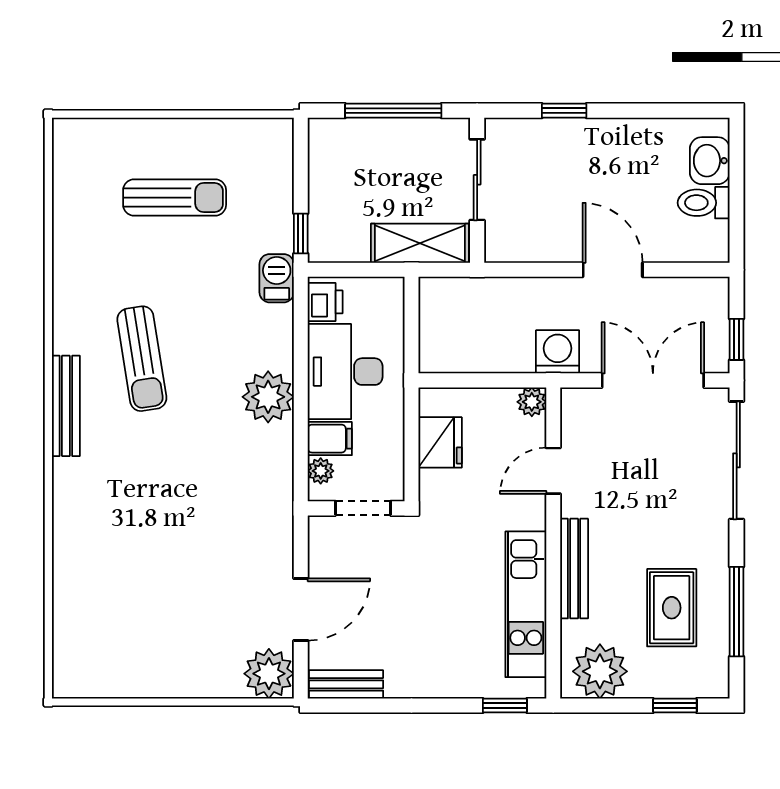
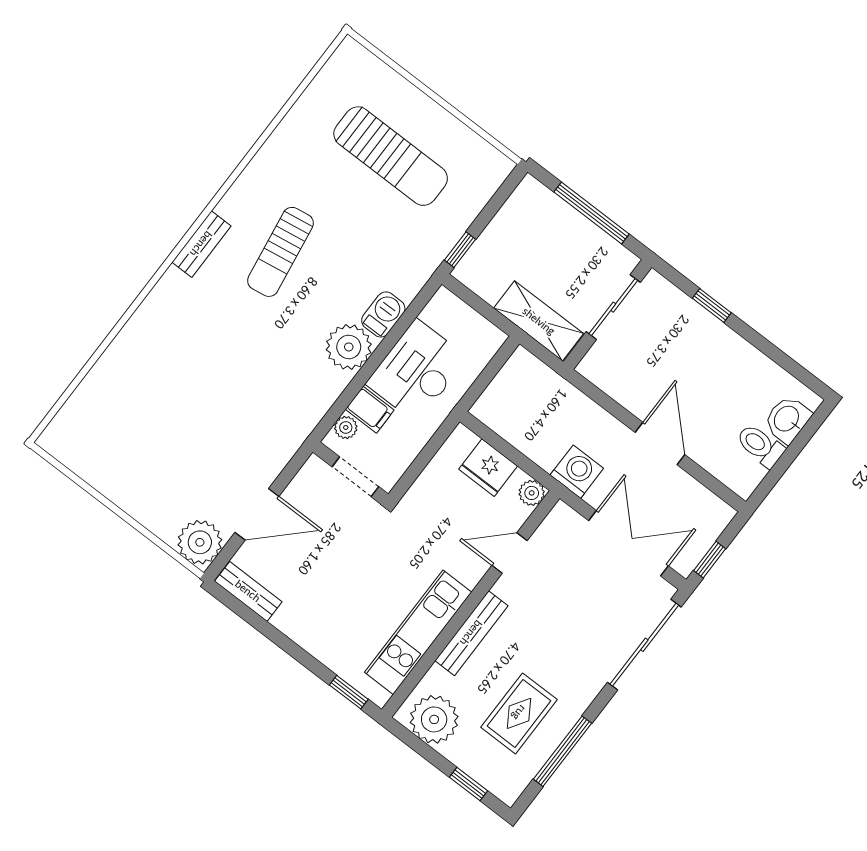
sun lounger: (175, 198) -> (391, 156), width x1.36, depth x1.34
barbecue: (277, 278) -> (383, 314), moved
printer: (325, 302) -> (440, 311), removed
bench: (66, 406) -> (201, 244), width x0.73
fridge: (440, 442) -> (488, 468), moved, turned 90

